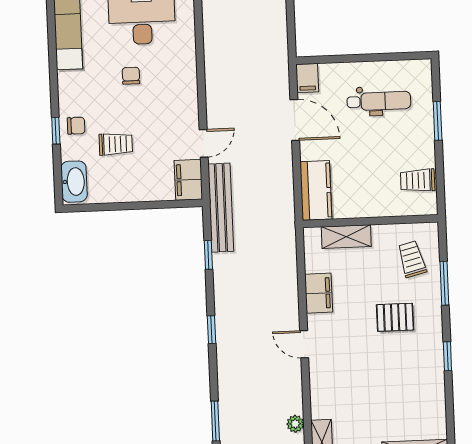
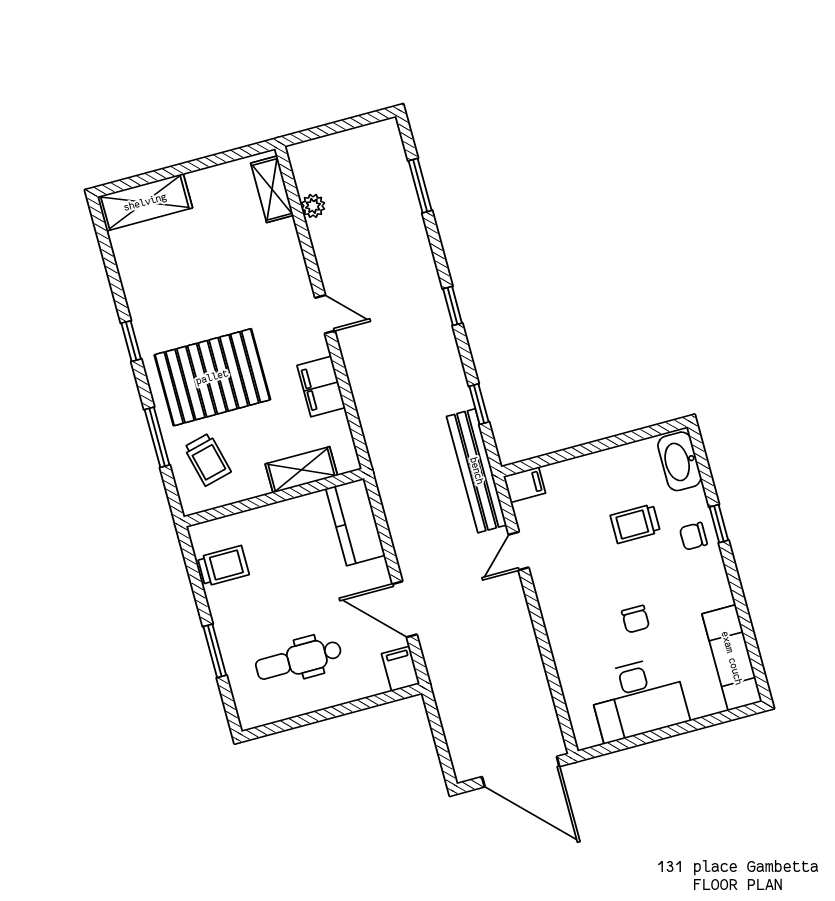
filing cabinet: (188, 180) -> (525, 485), width x0.50
pallet: (395, 317) -> (212, 377), width x2.05, depth x2.00

